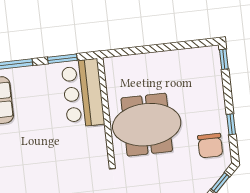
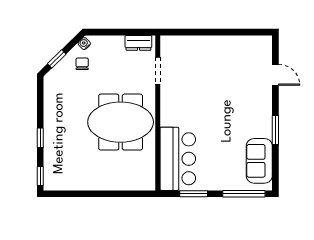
window: (231, 124) -> (40, 138), moved
chair: (210, 146) -> (82, 64), moved, width x0.54, depth x0.54

